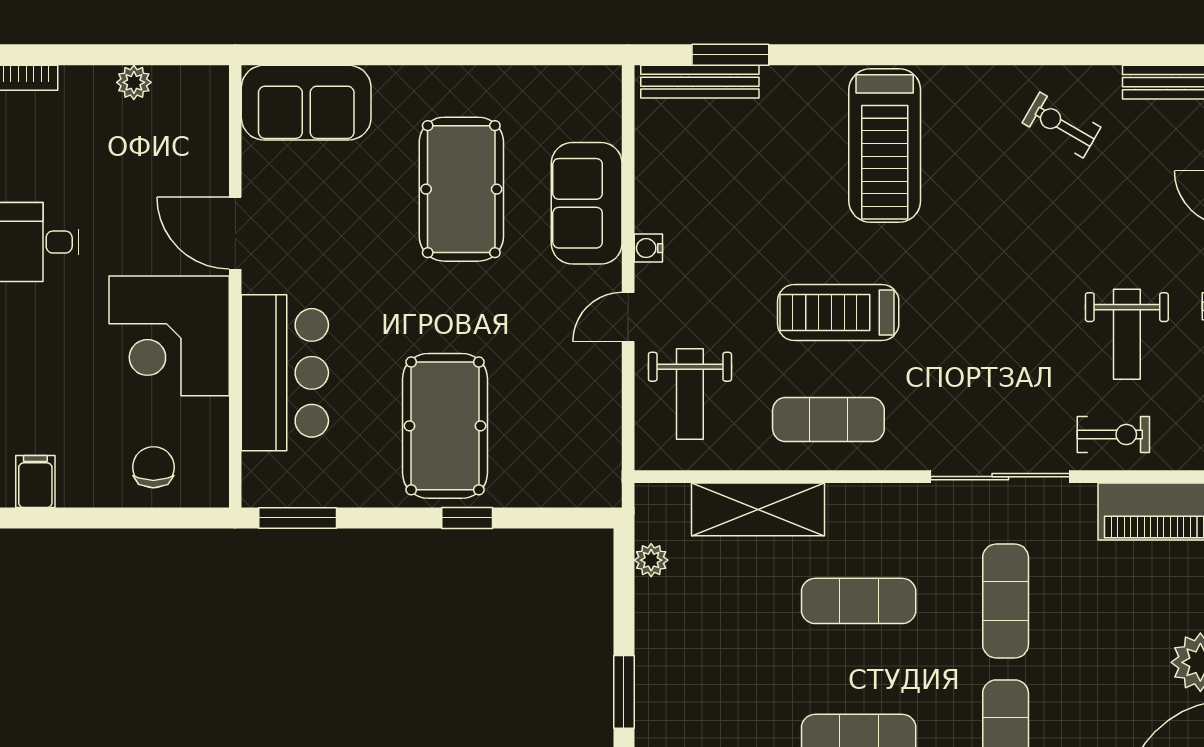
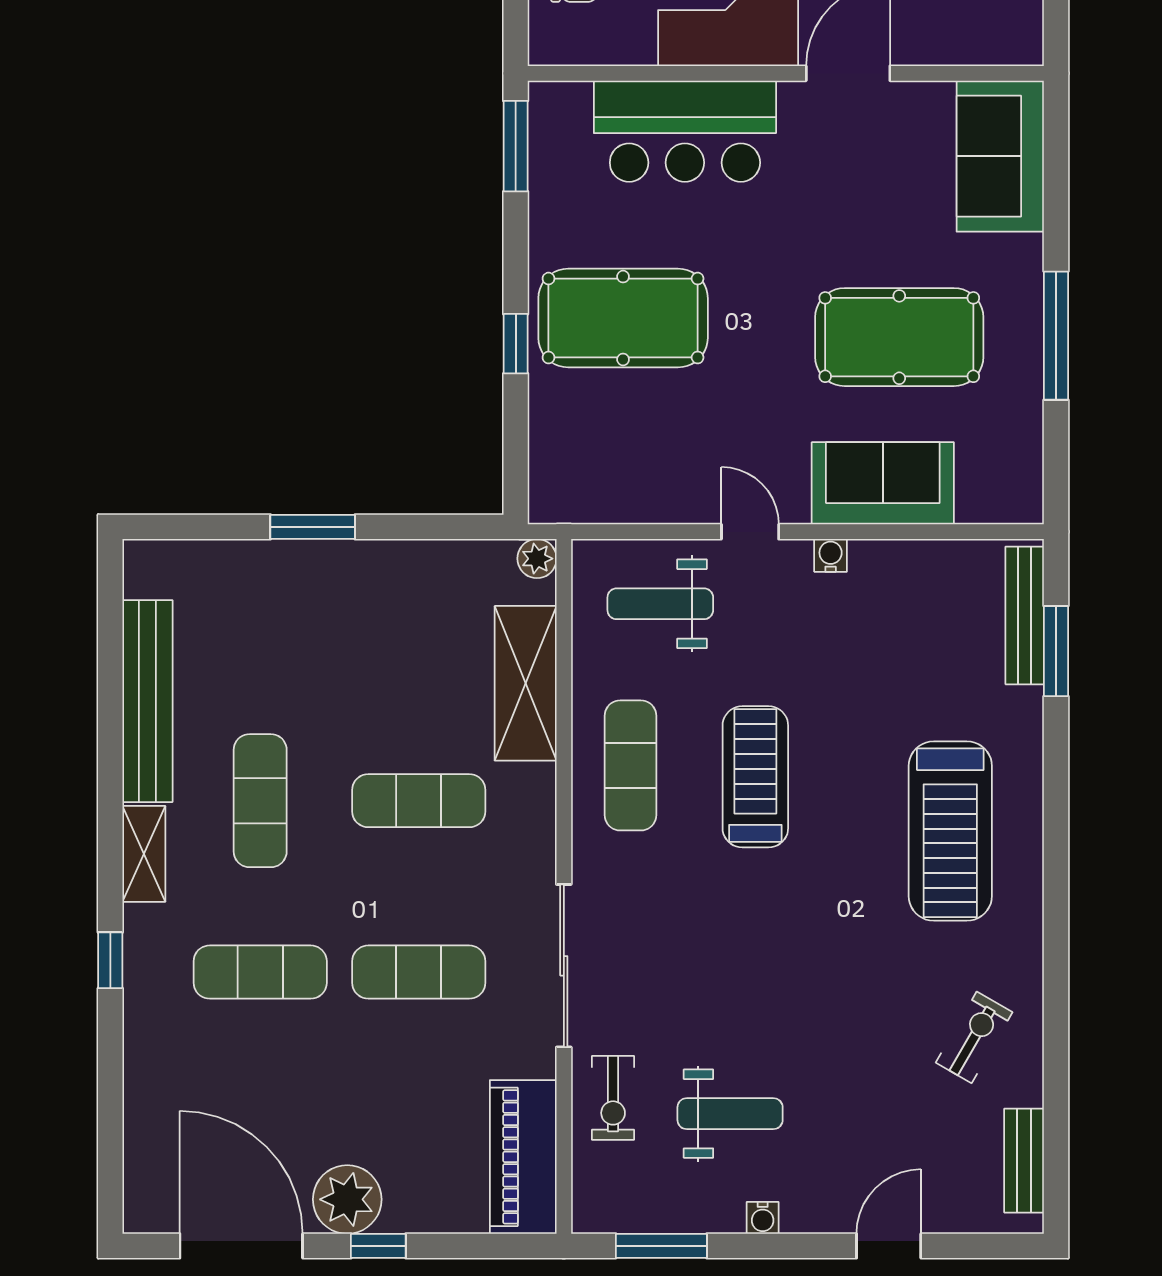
window: (460, 55) -> (1056, 336), added
treadmill: (885, 145) -> (950, 831), turned -90
weight bench: (1127, 334) -> (730, 1114), turned 180
plant: (651, 560) -> (537, 559), moved
exercise mat: (859, 601) -> (419, 801), turned 90

